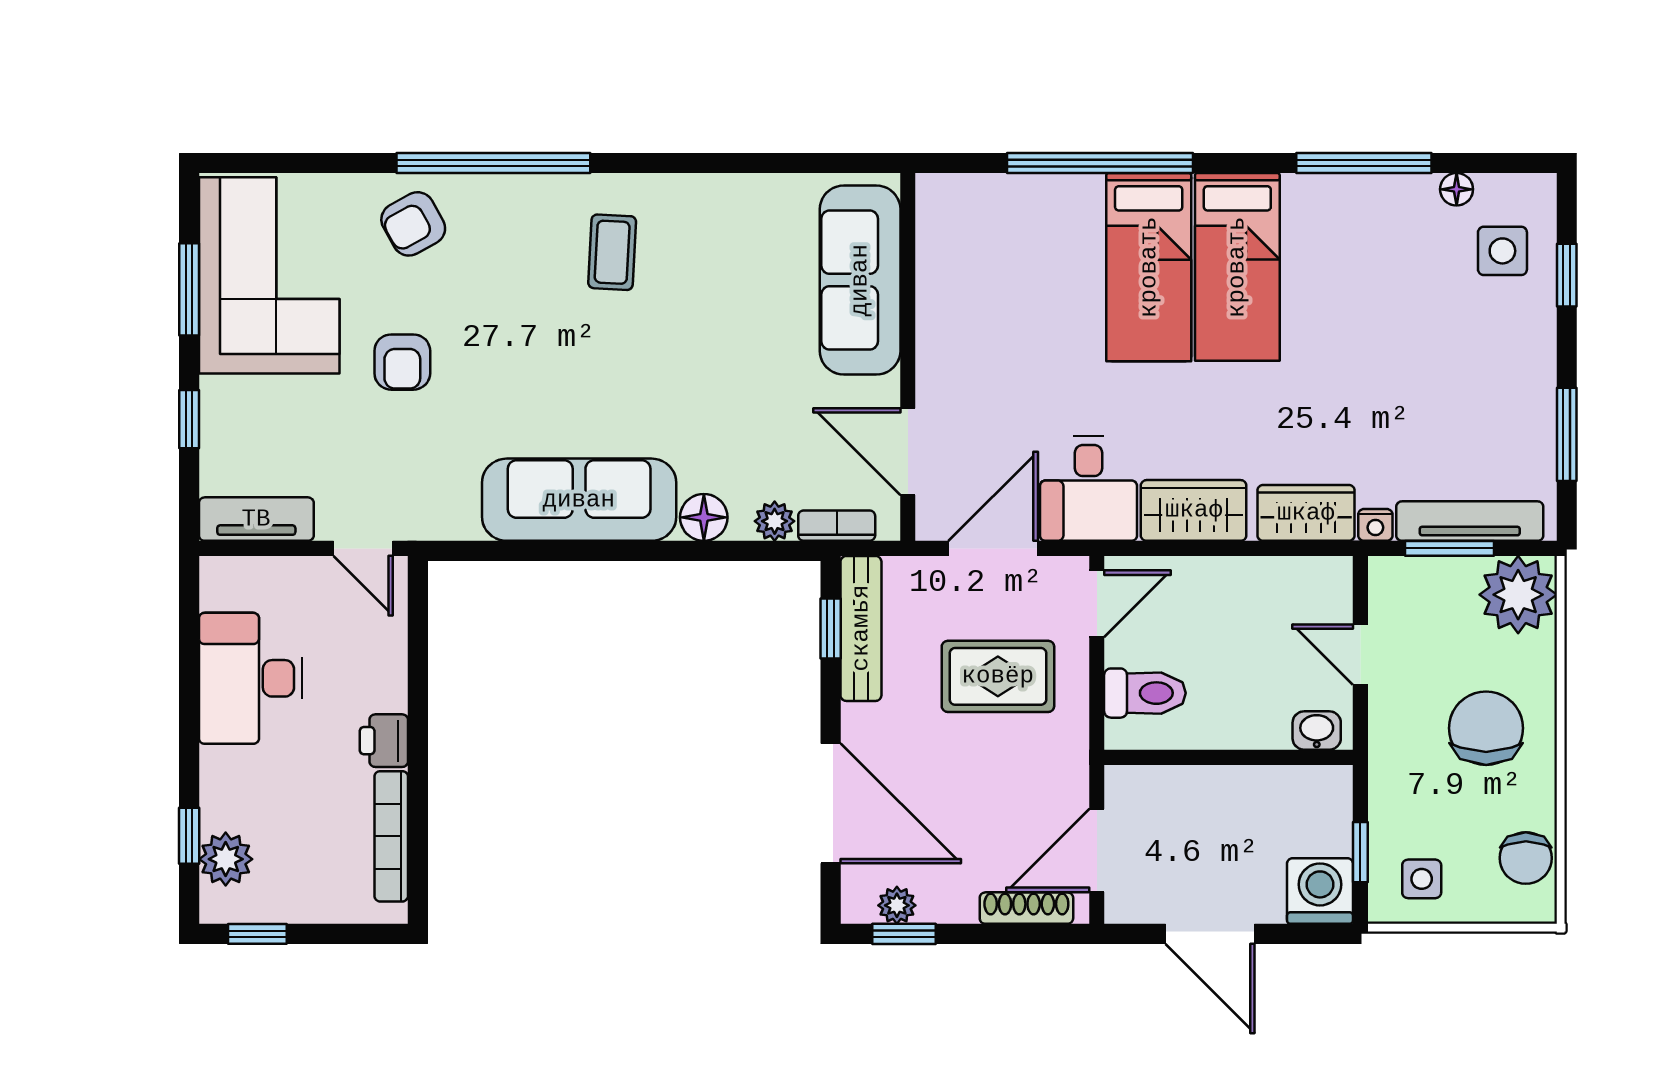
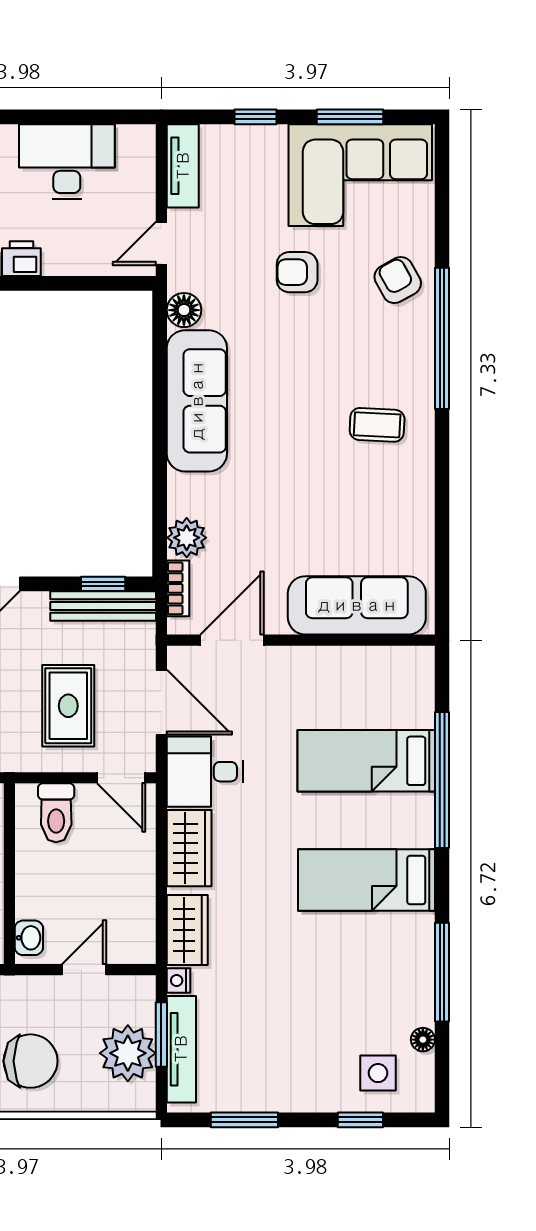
bed: (1149, 267) -> (366, 761), moved
floor lamp: (704, 517) -> (184, 310), moved
plant: (775, 521) -> (187, 538), width x1.38, depth x1.38
plant: (1518, 595) -> (128, 1053), moved

